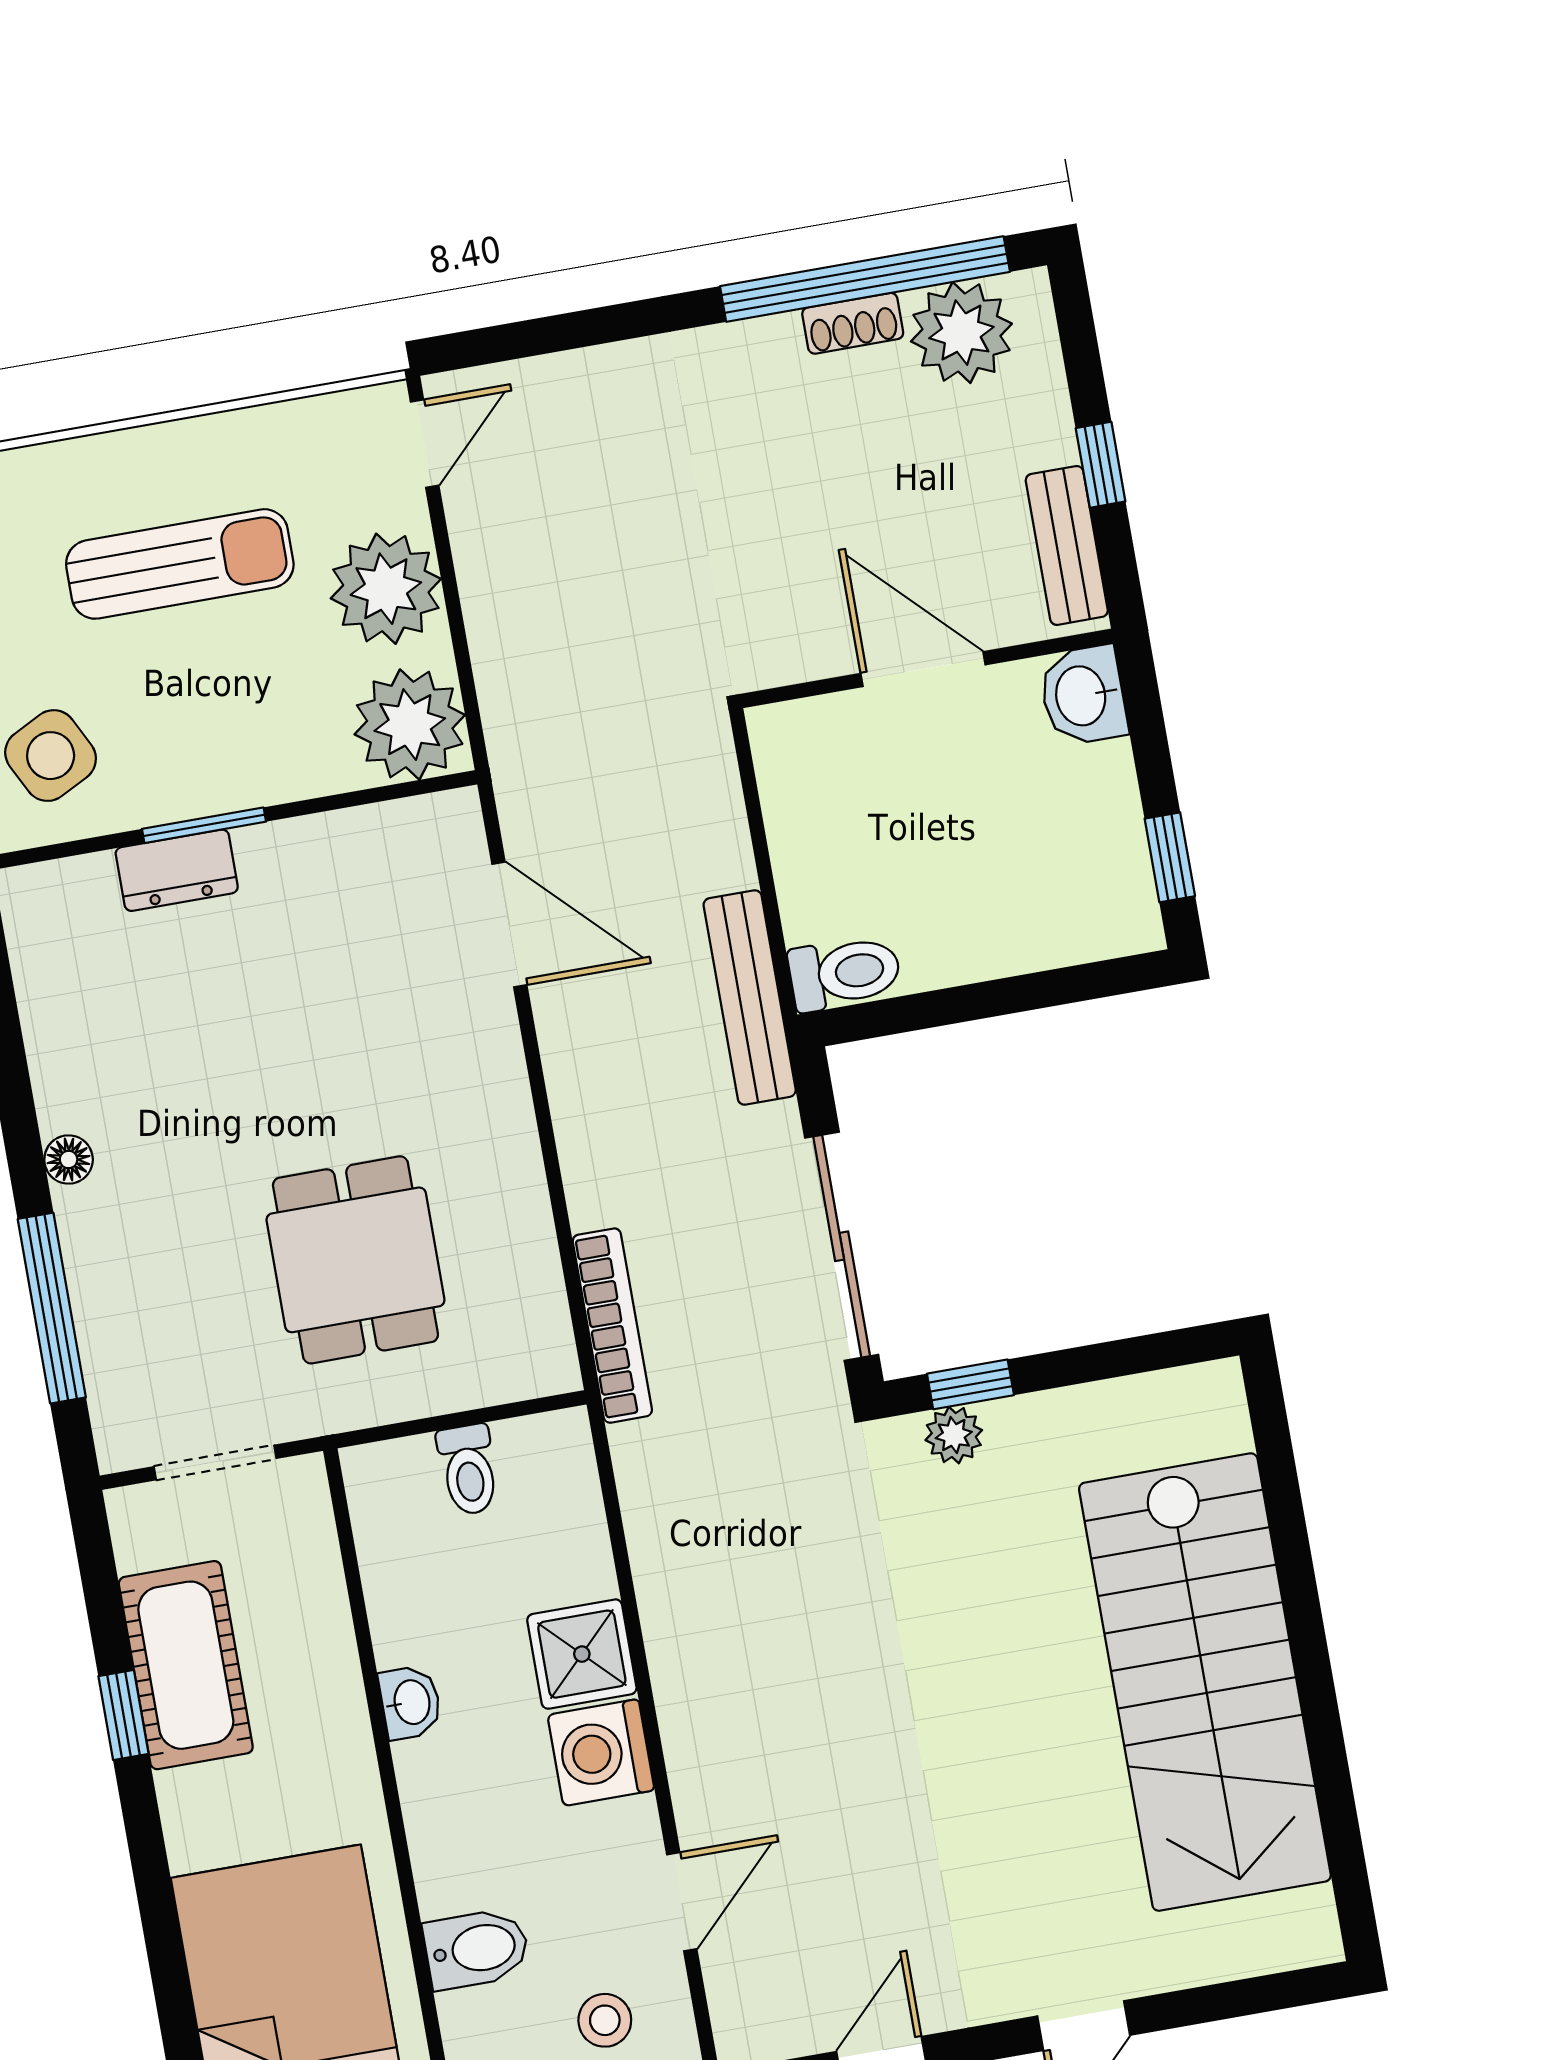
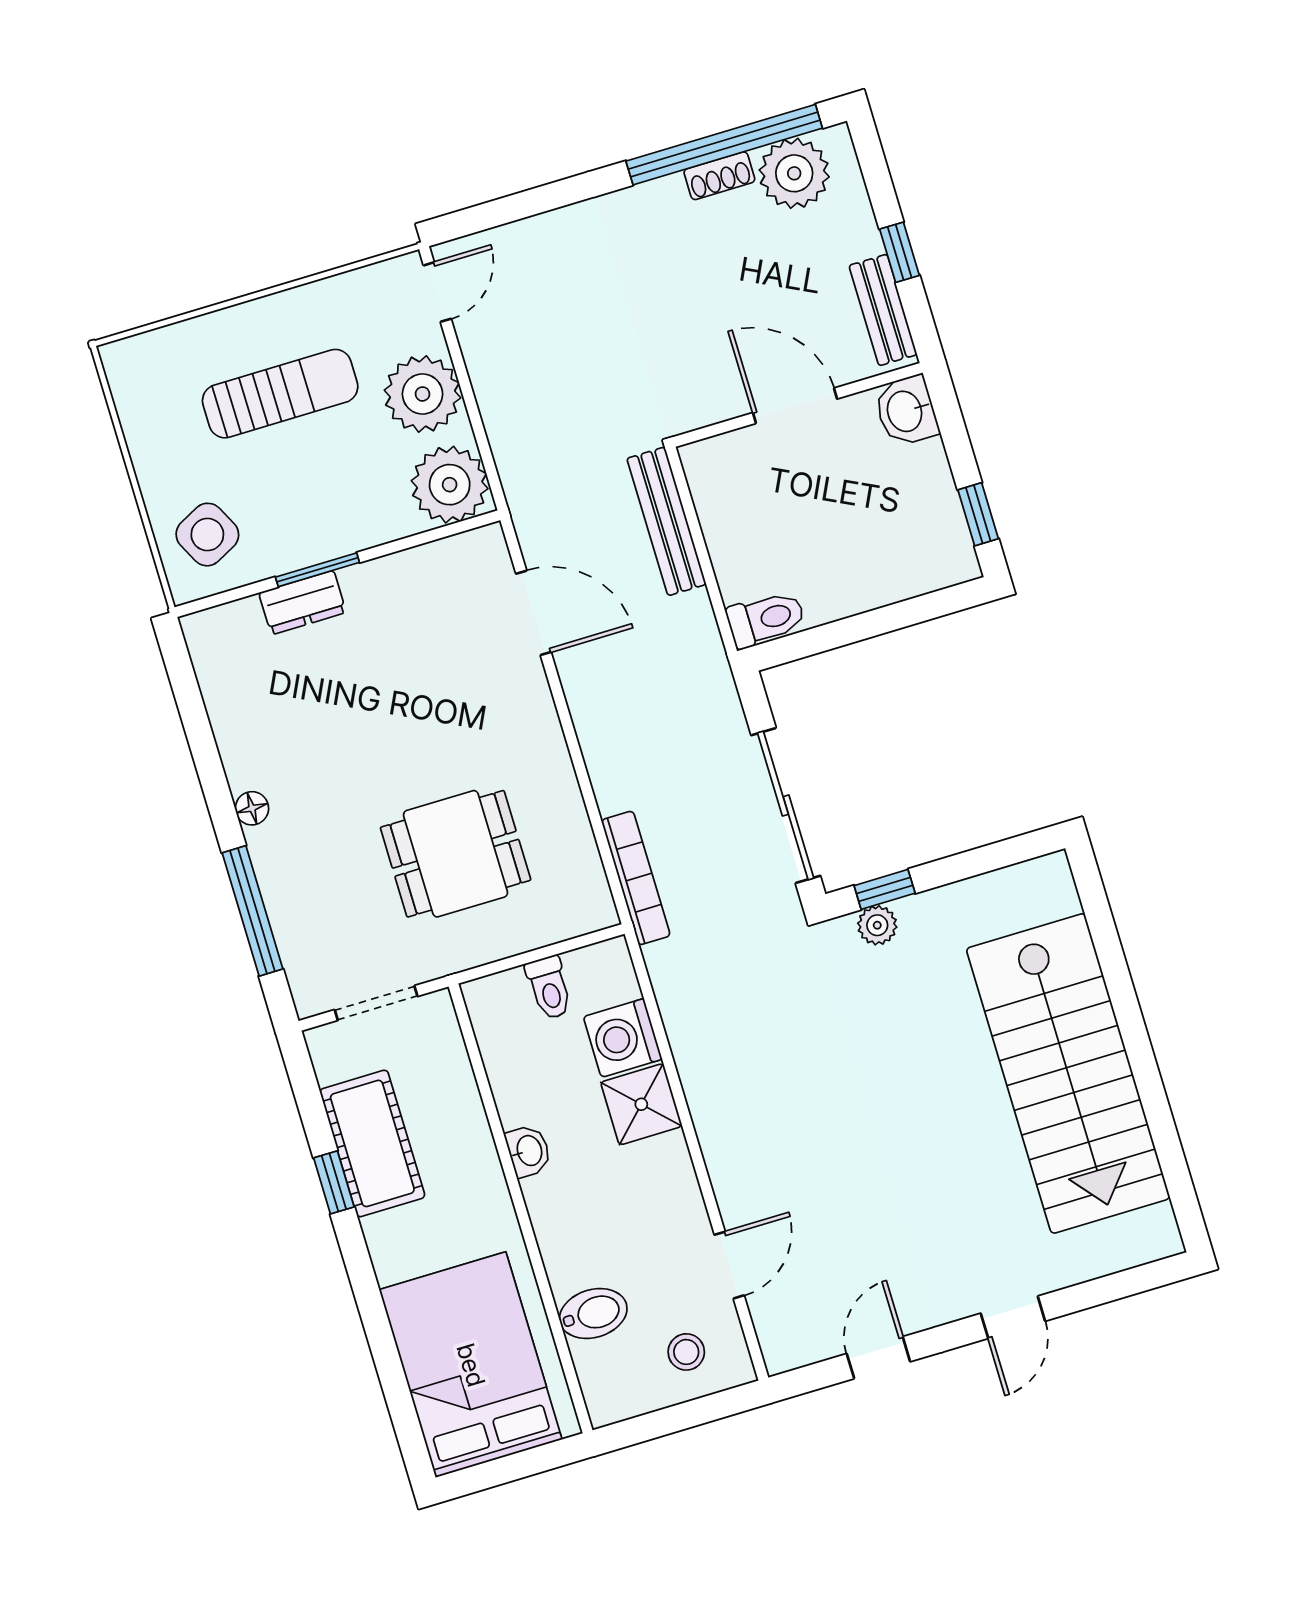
bench: (750, 997) -> (666, 521), moved
dining table: (355, 1260) -> (456, 854), turned 90
washing machine: (601, 1753) -> (623, 1038), moved

